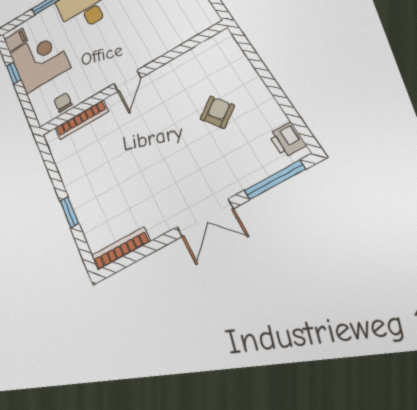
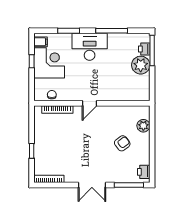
plant: (236, 63) -> (143, 126), added

